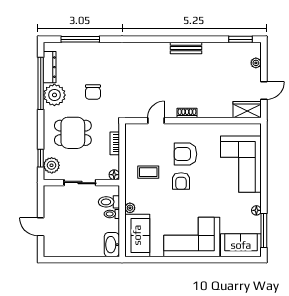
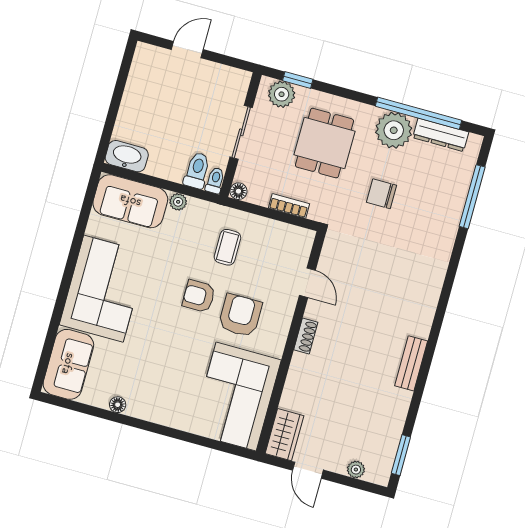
corner sofa: (241, 164) -> (236, 396), moved, turned -90
toilet: (112, 214) -> (215, 180), moved
window: (264, 230) -> (82, 408), removed

